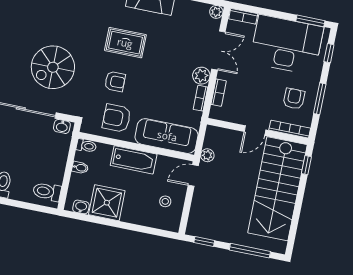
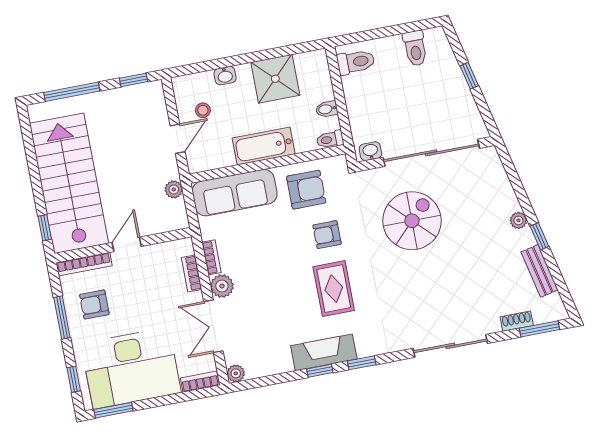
rug: (125, 43) -> (334, 289), turned 90
armchair: (294, 99) -> (94, 304), turned 90
door: (193, 175) -> (178, 139), moved
washbasin: (81, 207) -> (225, 76), moved

